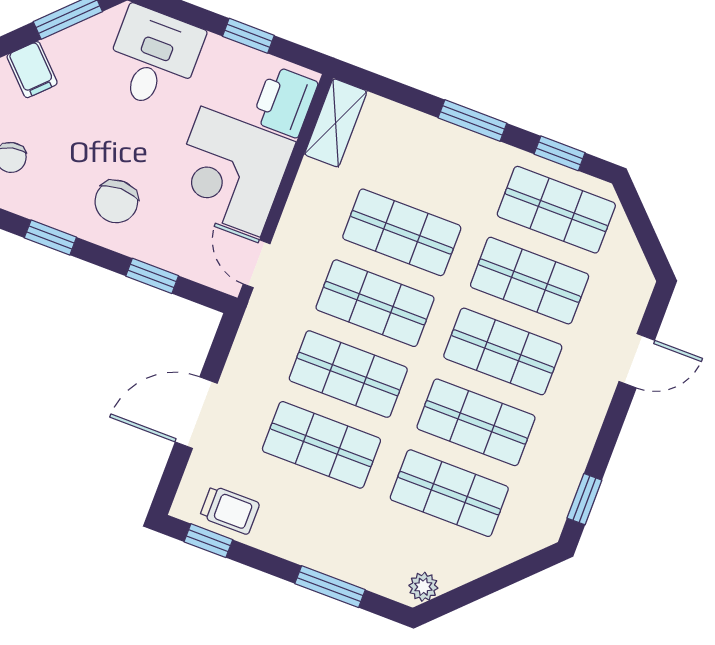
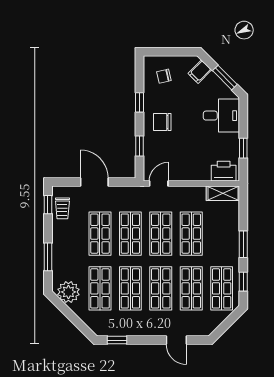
corner desk: (231, 172) -> (190, 161), removed
plant: (423, 587) -> (68, 292), width x1.88, depth x1.88

